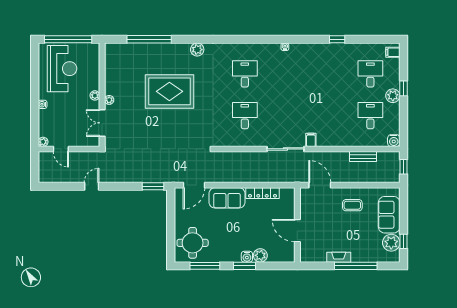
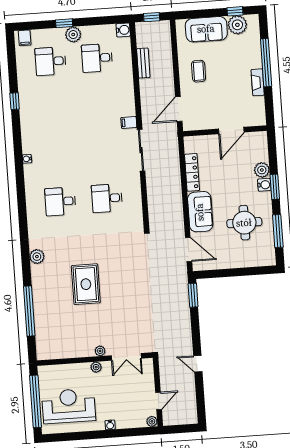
rug: (169, 91) -> (86, 284), width x0.73, depth x0.69
round table: (193, 243) -> (244, 223), moved

